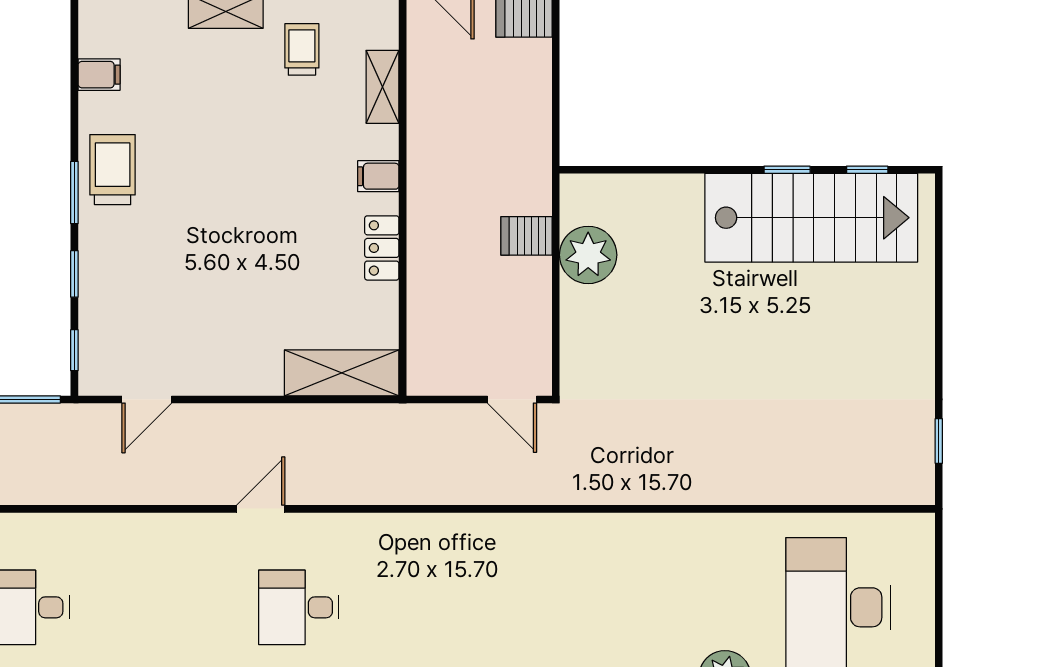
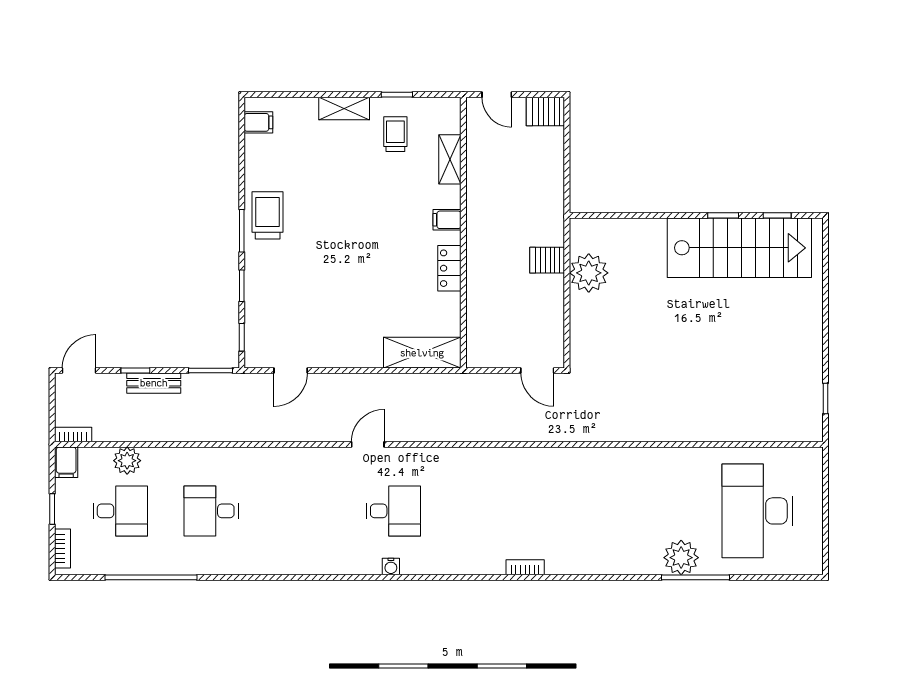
filing cabinet: (99, 75) -> (258, 122), moved
desk: (299, 607) -> (393, 511), turned 180

